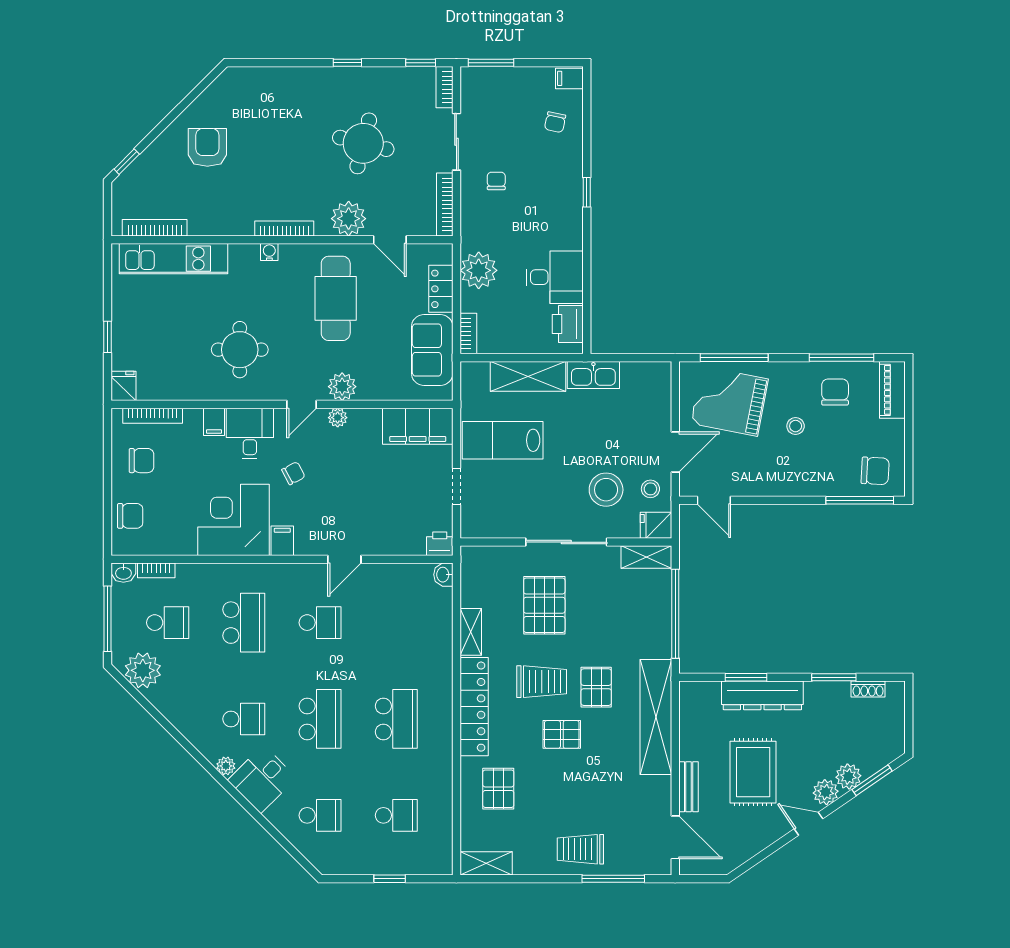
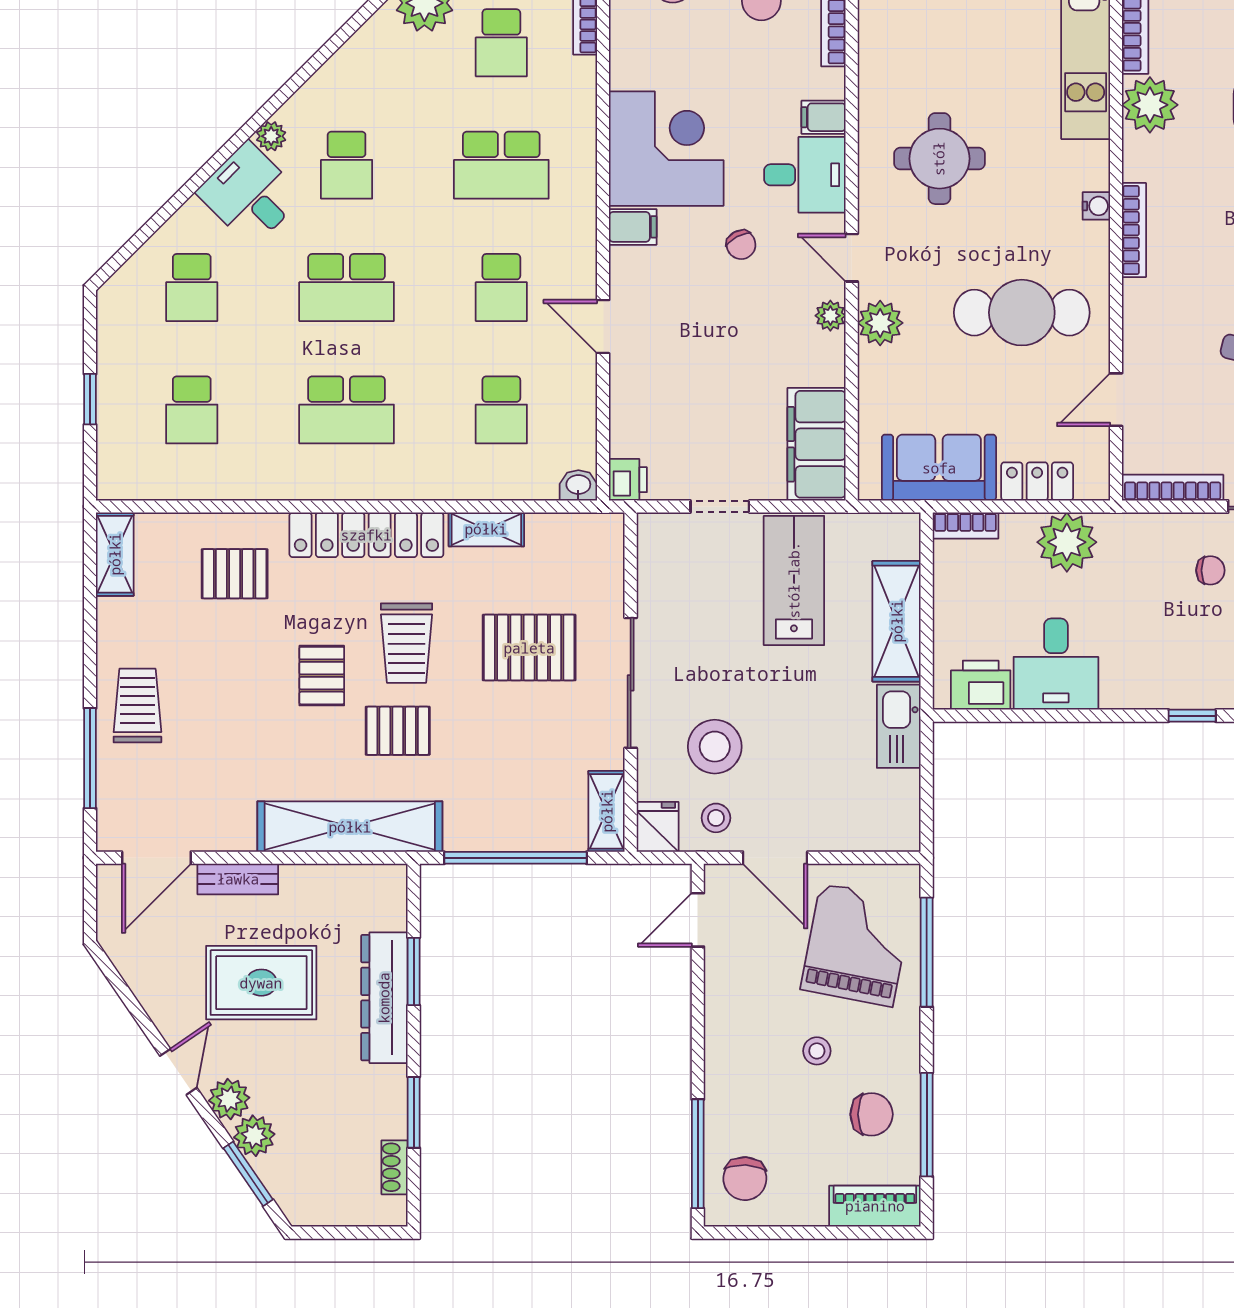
plant: (349, 219) -> (1150, 105), moved
school desk: (396, 623) -> (501, 410), added

